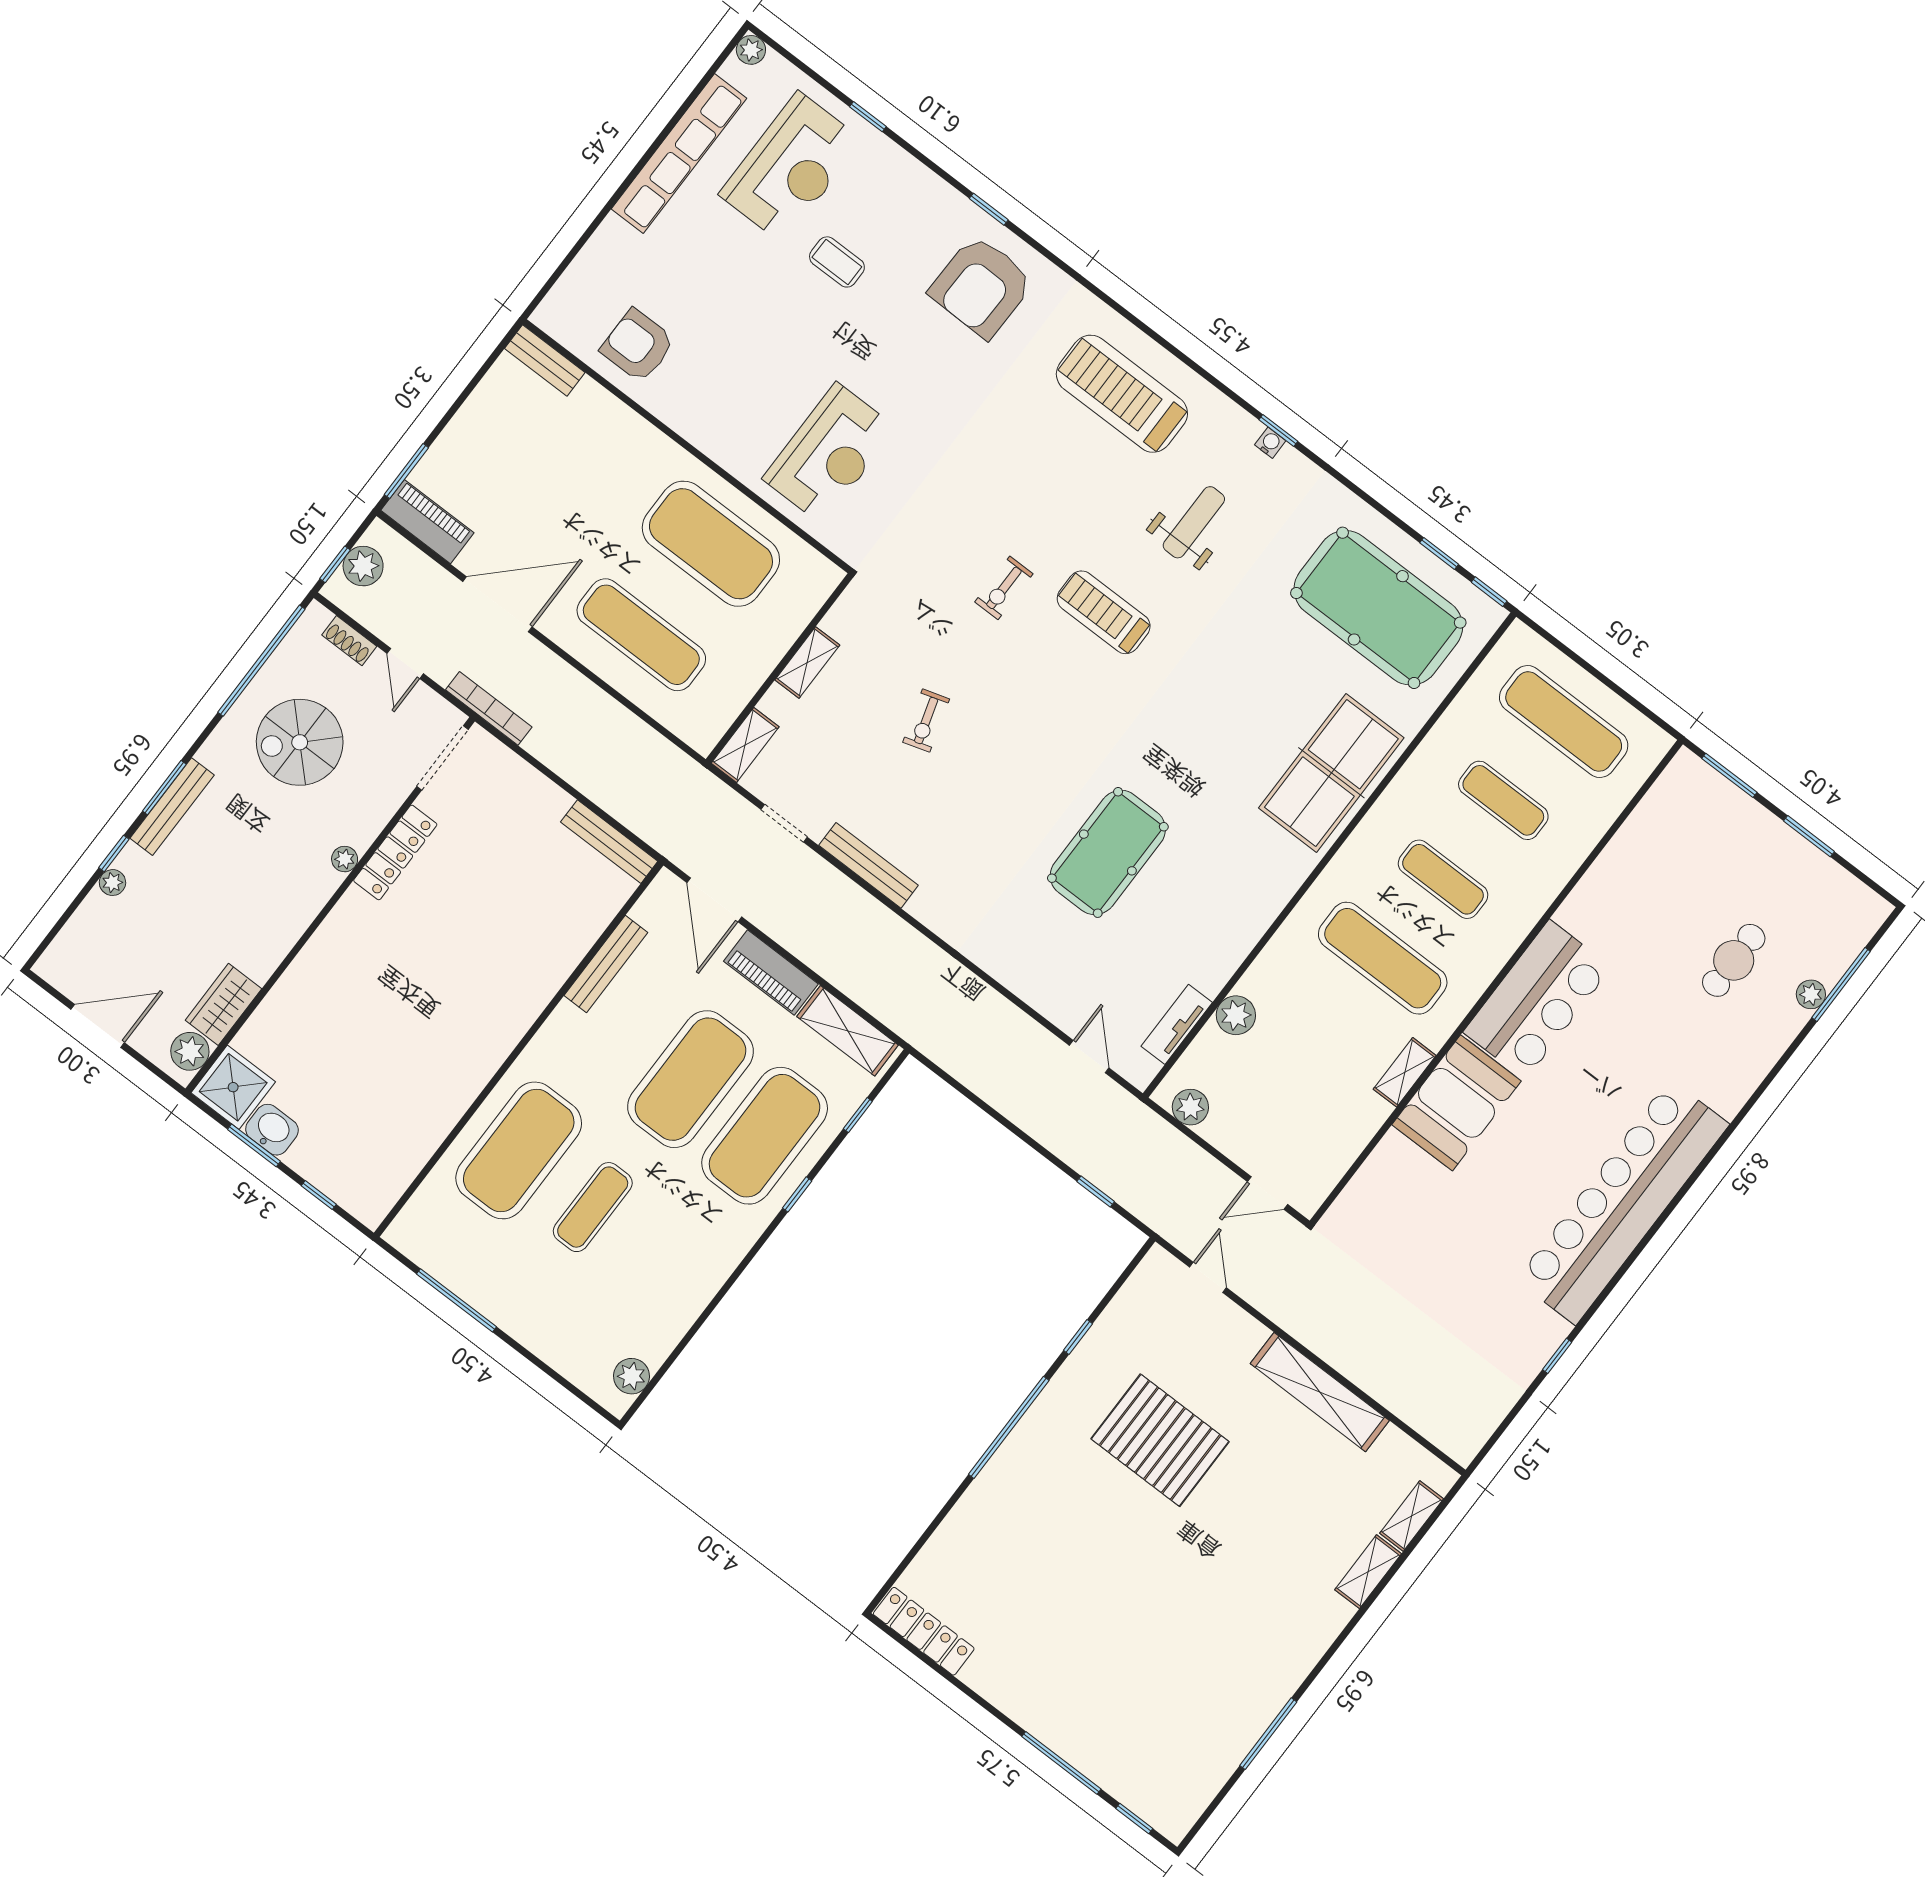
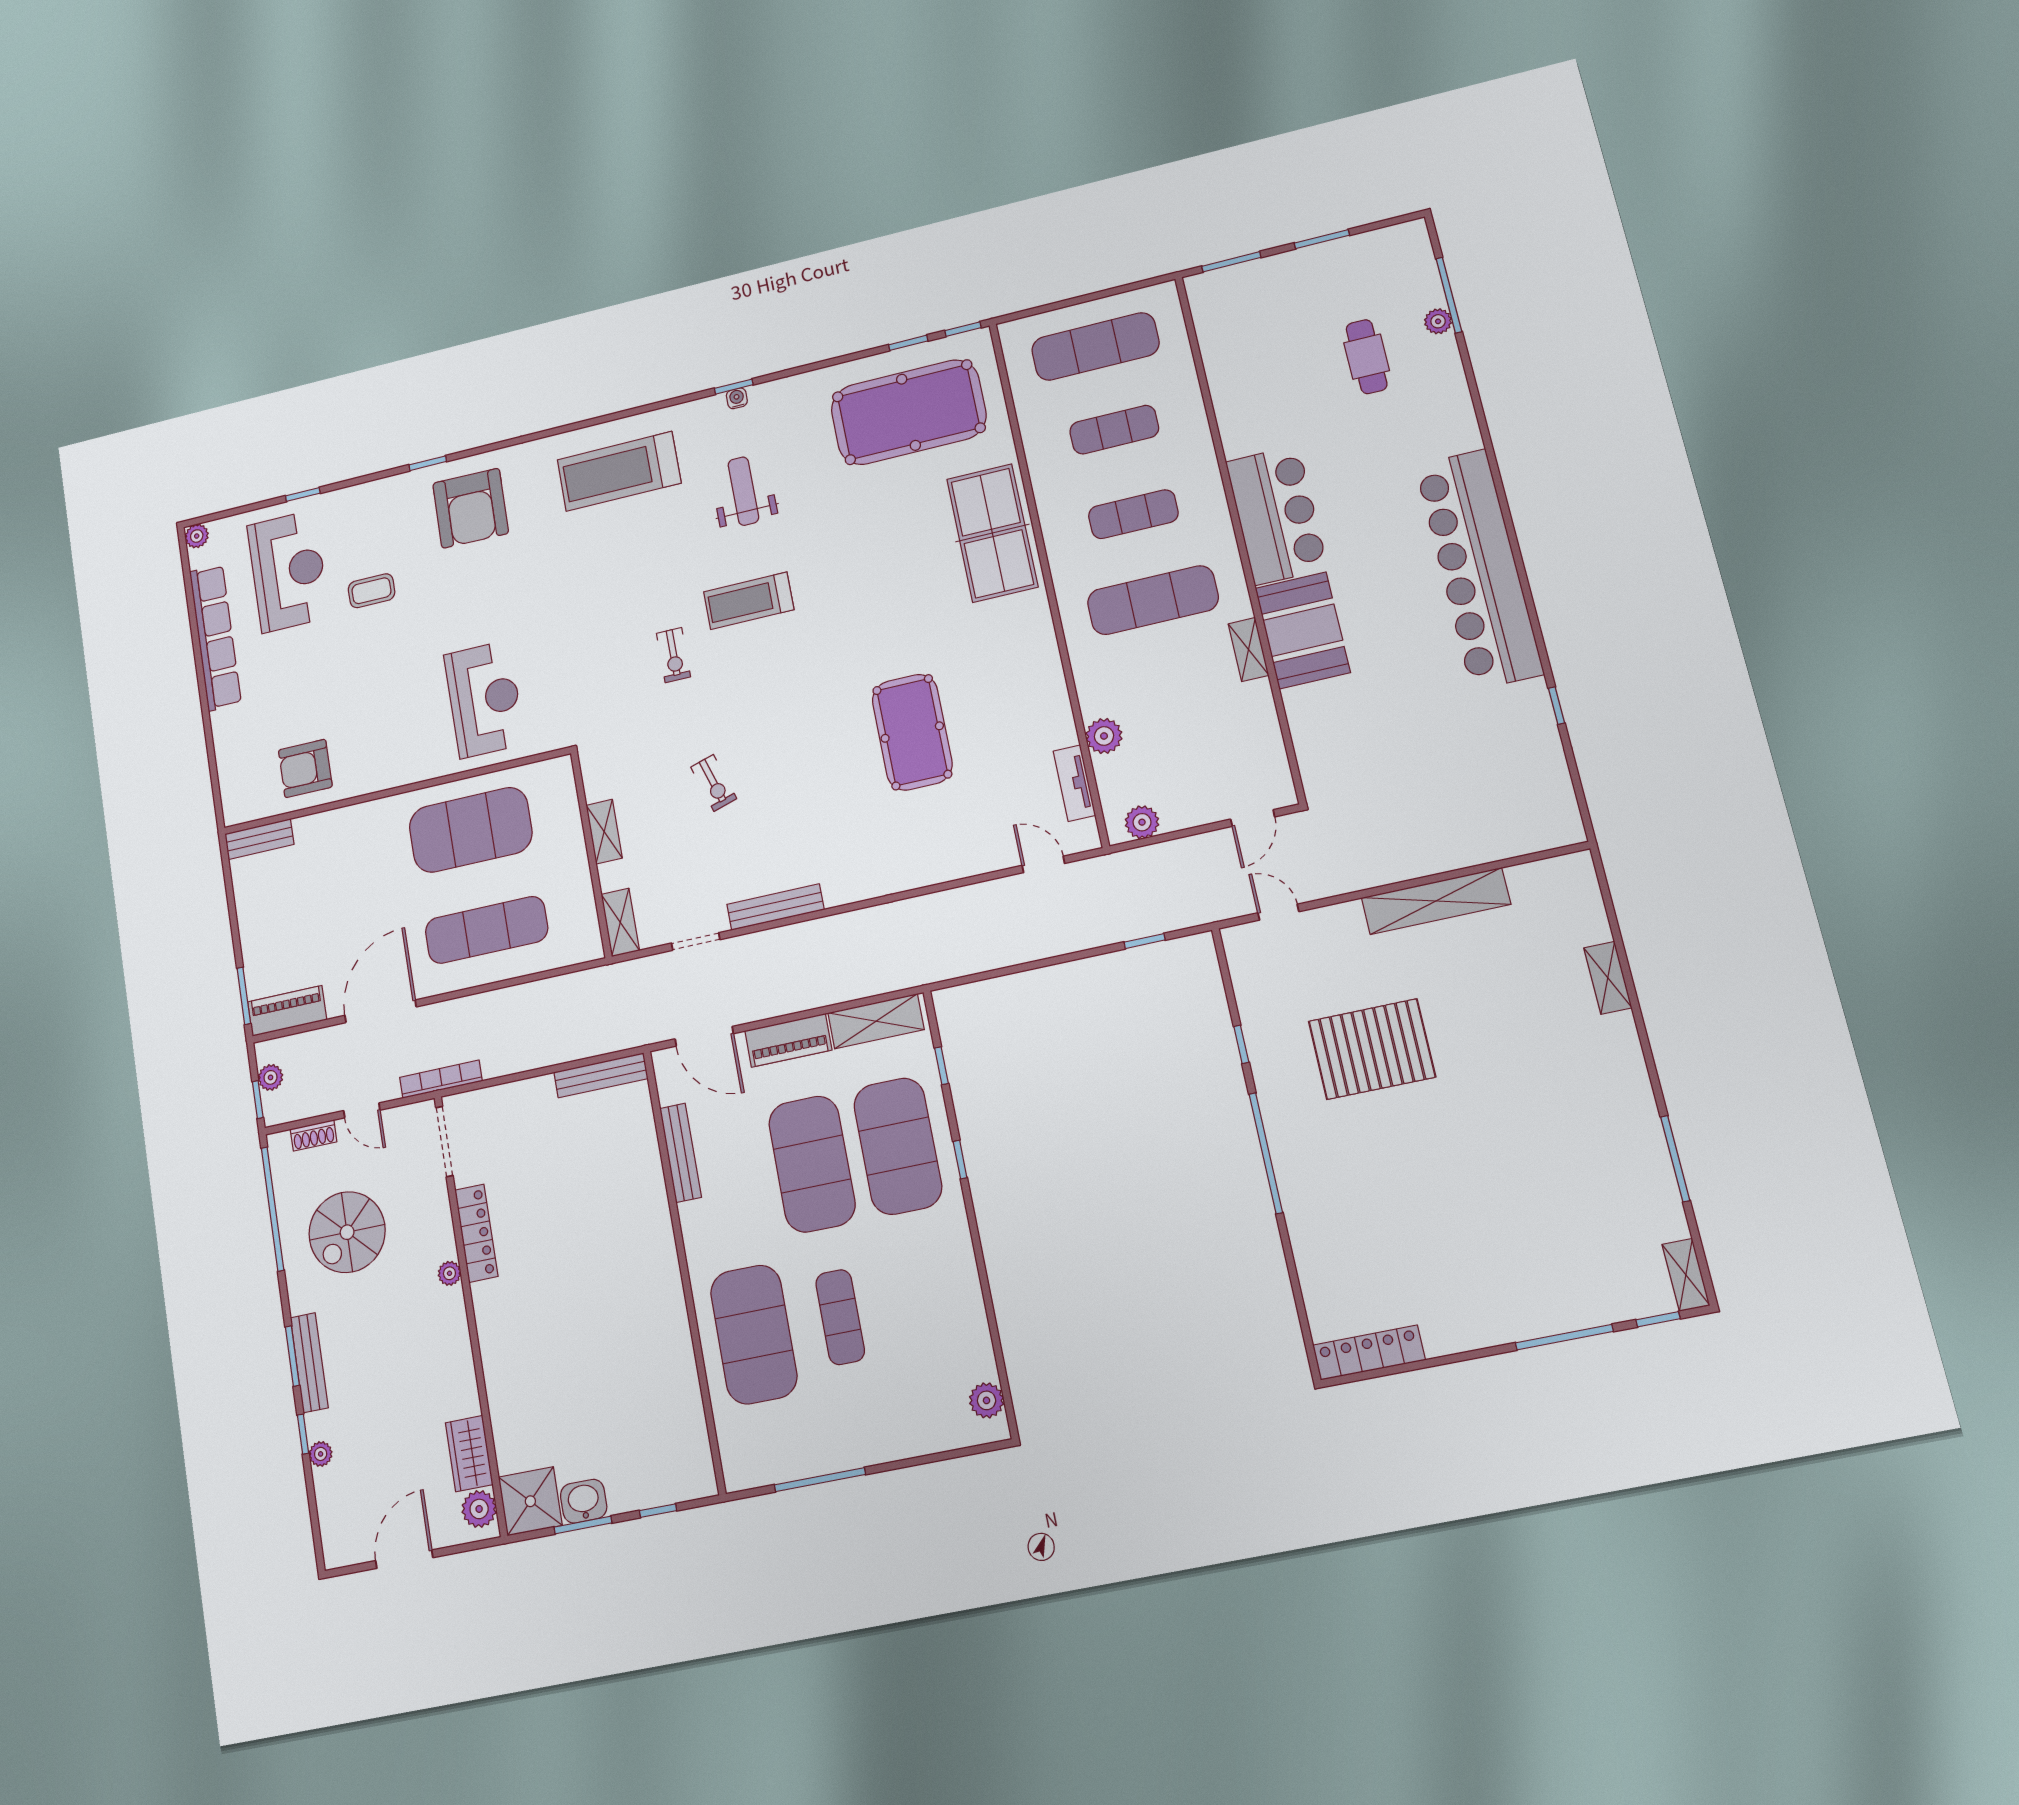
plant: (363, 566) -> (271, 1077), width x0.73, depth x0.73
shelving: (1412, 1516) -> (1686, 1275), moved

